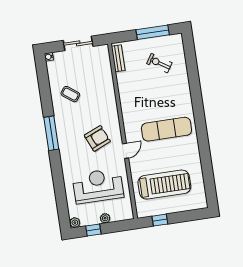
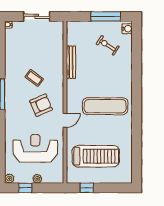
water cooler: (178, 42) -> (127, 29), added
bench: (118, 58) -> (71, 62), moved, width x1.36
coffee table: (70, 94) -> (34, 78), moved

